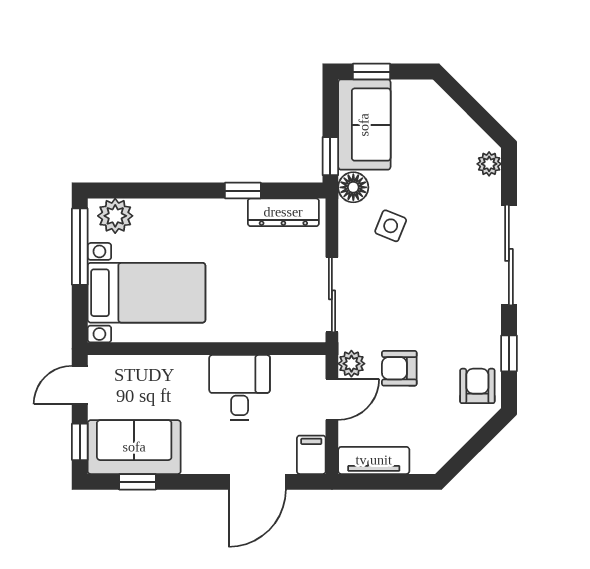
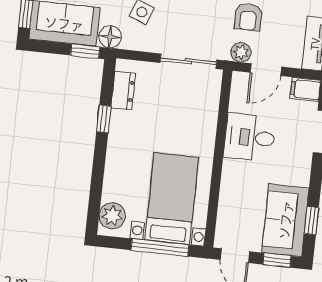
dresser: (283, 212) -> (123, 91), width x0.70
window: (80, 247) -> (160, 247), moved
door: (332, 399) -> (266, 70), swing flipped

